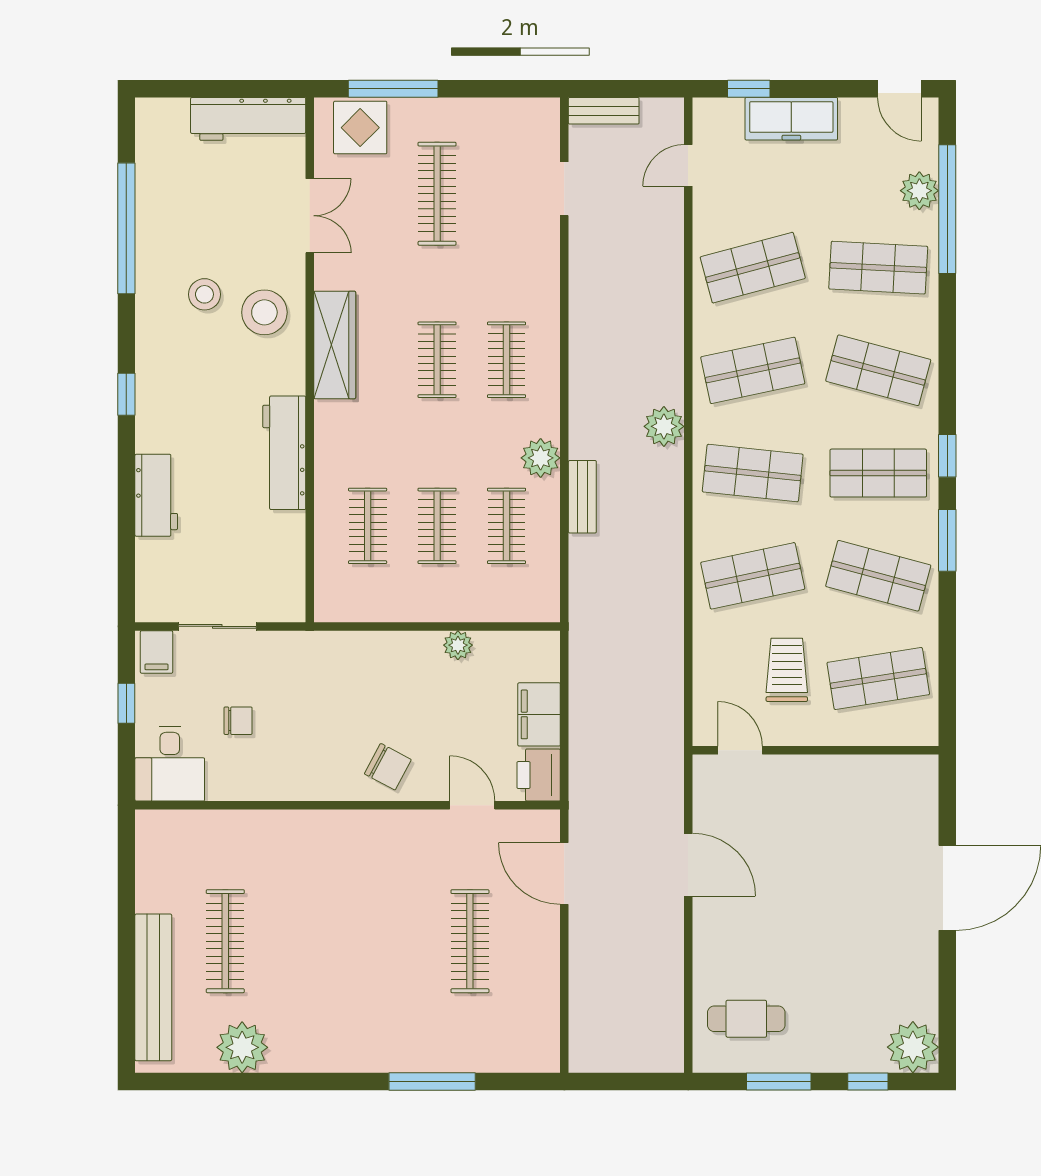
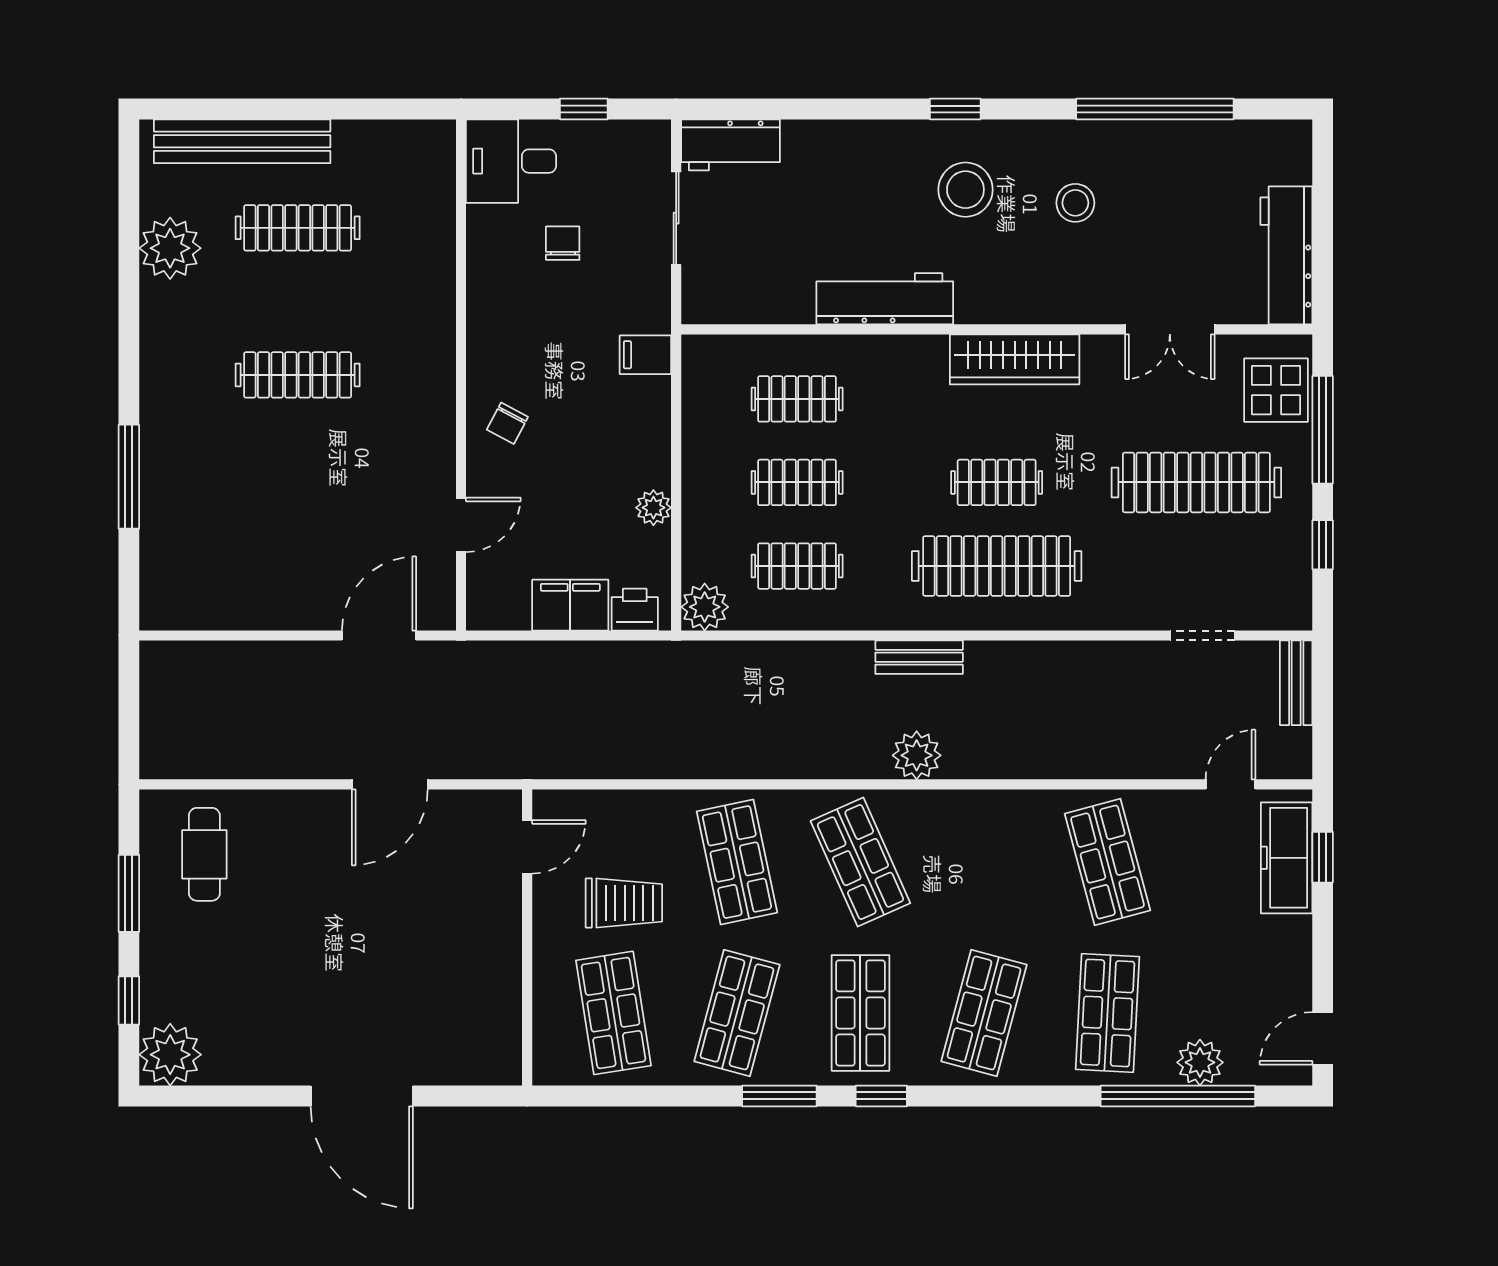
window: (489, 89) -> (1323, 545), added
freezer: (791, 119) -> (1287, 858), moved
door: (688, 165) -> (1230, 784), hinge flipped
clothes rail: (437, 194) -> (1196, 482), width x1.37, depth x1.31
stool: (264, 312) -> (965, 190), moved
clothes rail: (507, 360) -> (997, 566), width x1.86, depth x1.31
shop shelf: (753, 370) -> (984, 862), removed
plant: (541, 458) -> (705, 607), moved
shop shelf: (753, 473) -> (860, 862), turned -30
workbench: (156, 495) -> (731, 145), moved
bench: (582, 497) -> (919, 657), moved
filing cabinet: (157, 652) -> (645, 355), moved
chair: (238, 721) -> (563, 243), turned 180
chair: (388, 767) -> (507, 423), width x0.73, depth x0.73
printer: (539, 775) -> (635, 610), moved, width x0.73, depth x0.81
clothes rail: (470, 941) -> (298, 375), moved

